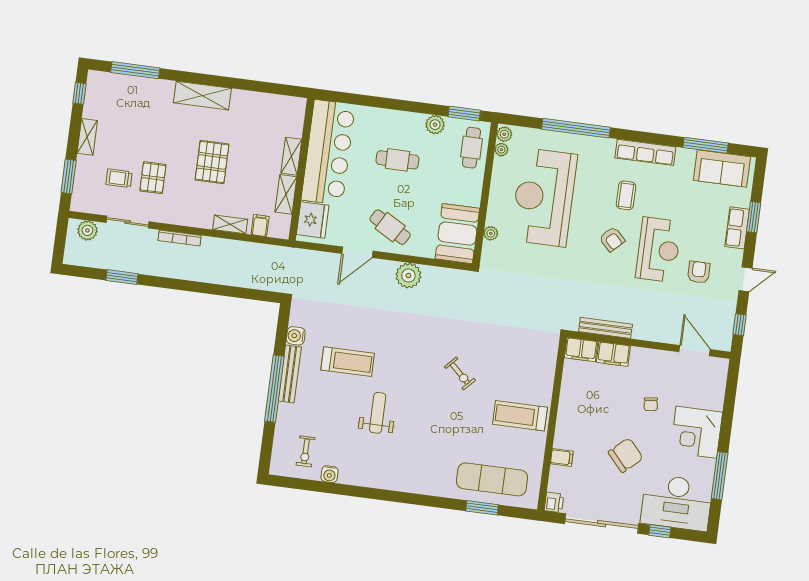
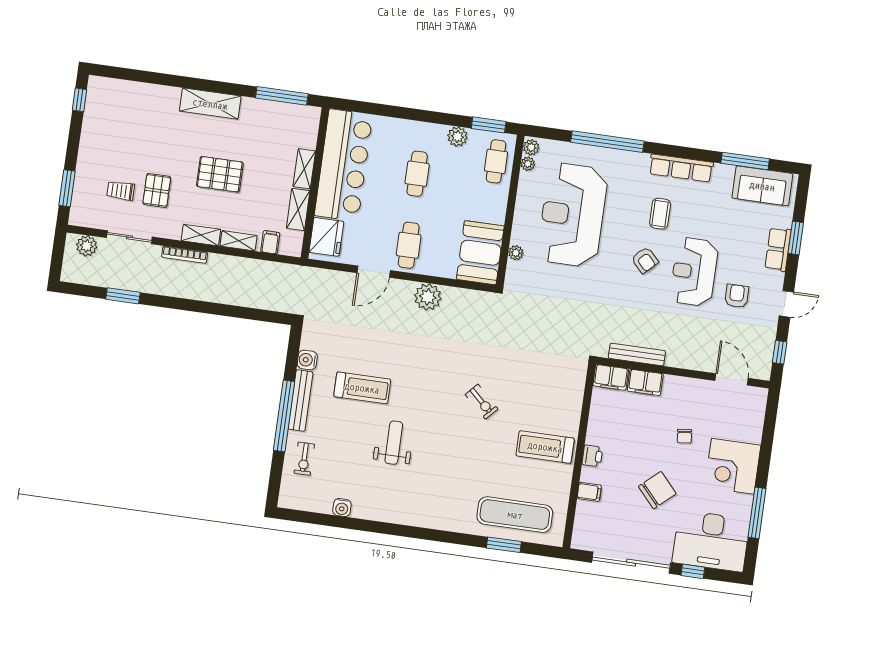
window: (135, 70) -> (282, 96), moved
shelving: (87, 137) -> (201, 235), moved, turned 90
cafe table: (397, 160) -> (417, 174), turned 90
pallet: (212, 162) -> (220, 174), turned 90
cafe table: (390, 227) -> (409, 245), turned 60
reception desk: (658, 250) -> (694, 272), turned 180
exercise bike: (306, 451) -> (304, 459), moved
printer: (554, 502) -> (592, 456), moved

